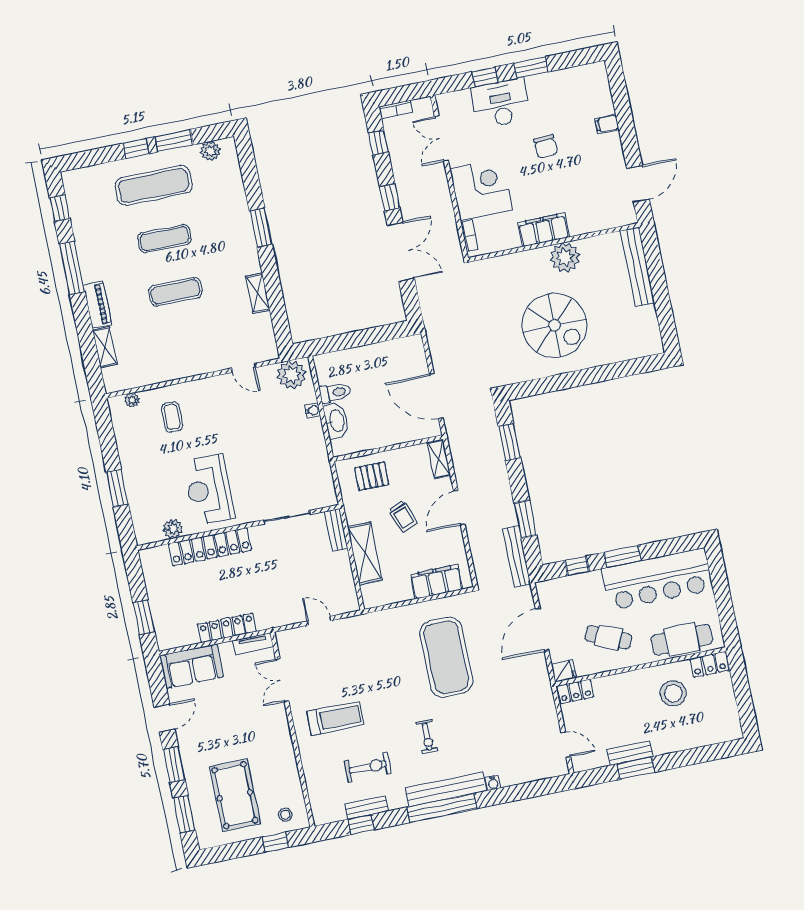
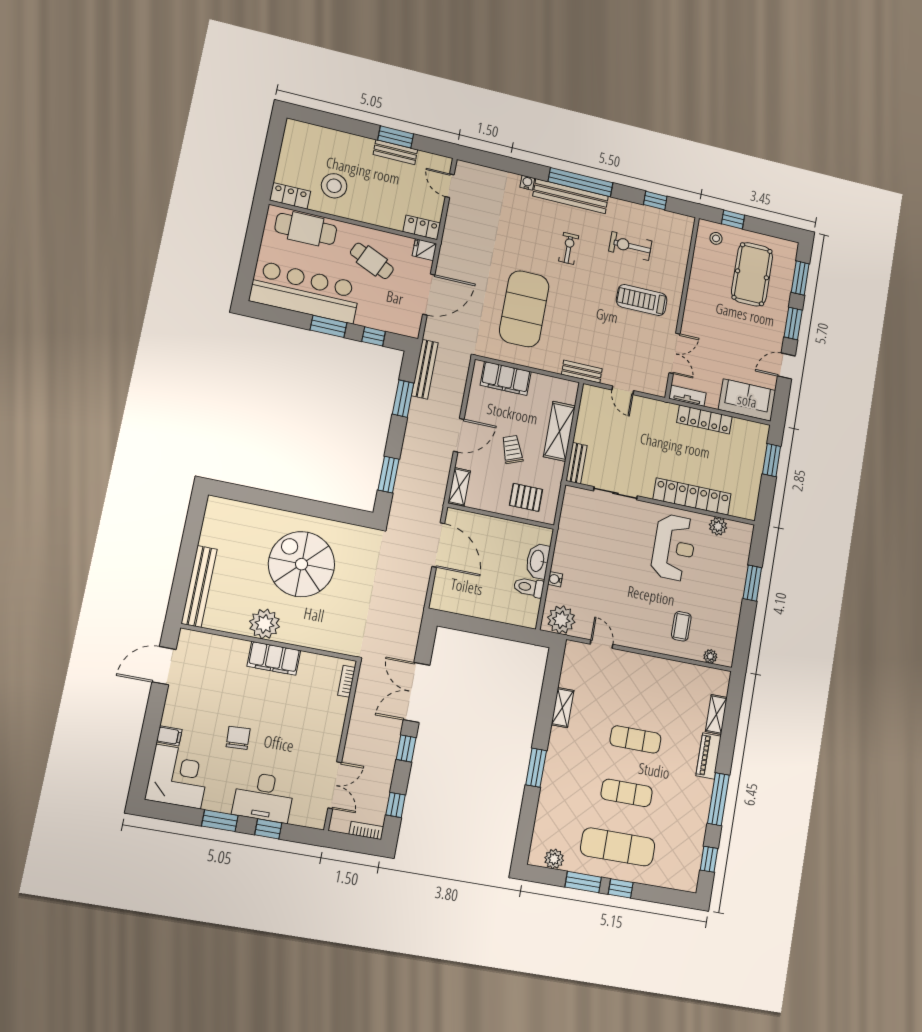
corner desk: (481, 189) -> (178, 777), moved, turned 180
bench: (367, 808) -> (582, 372), moved

